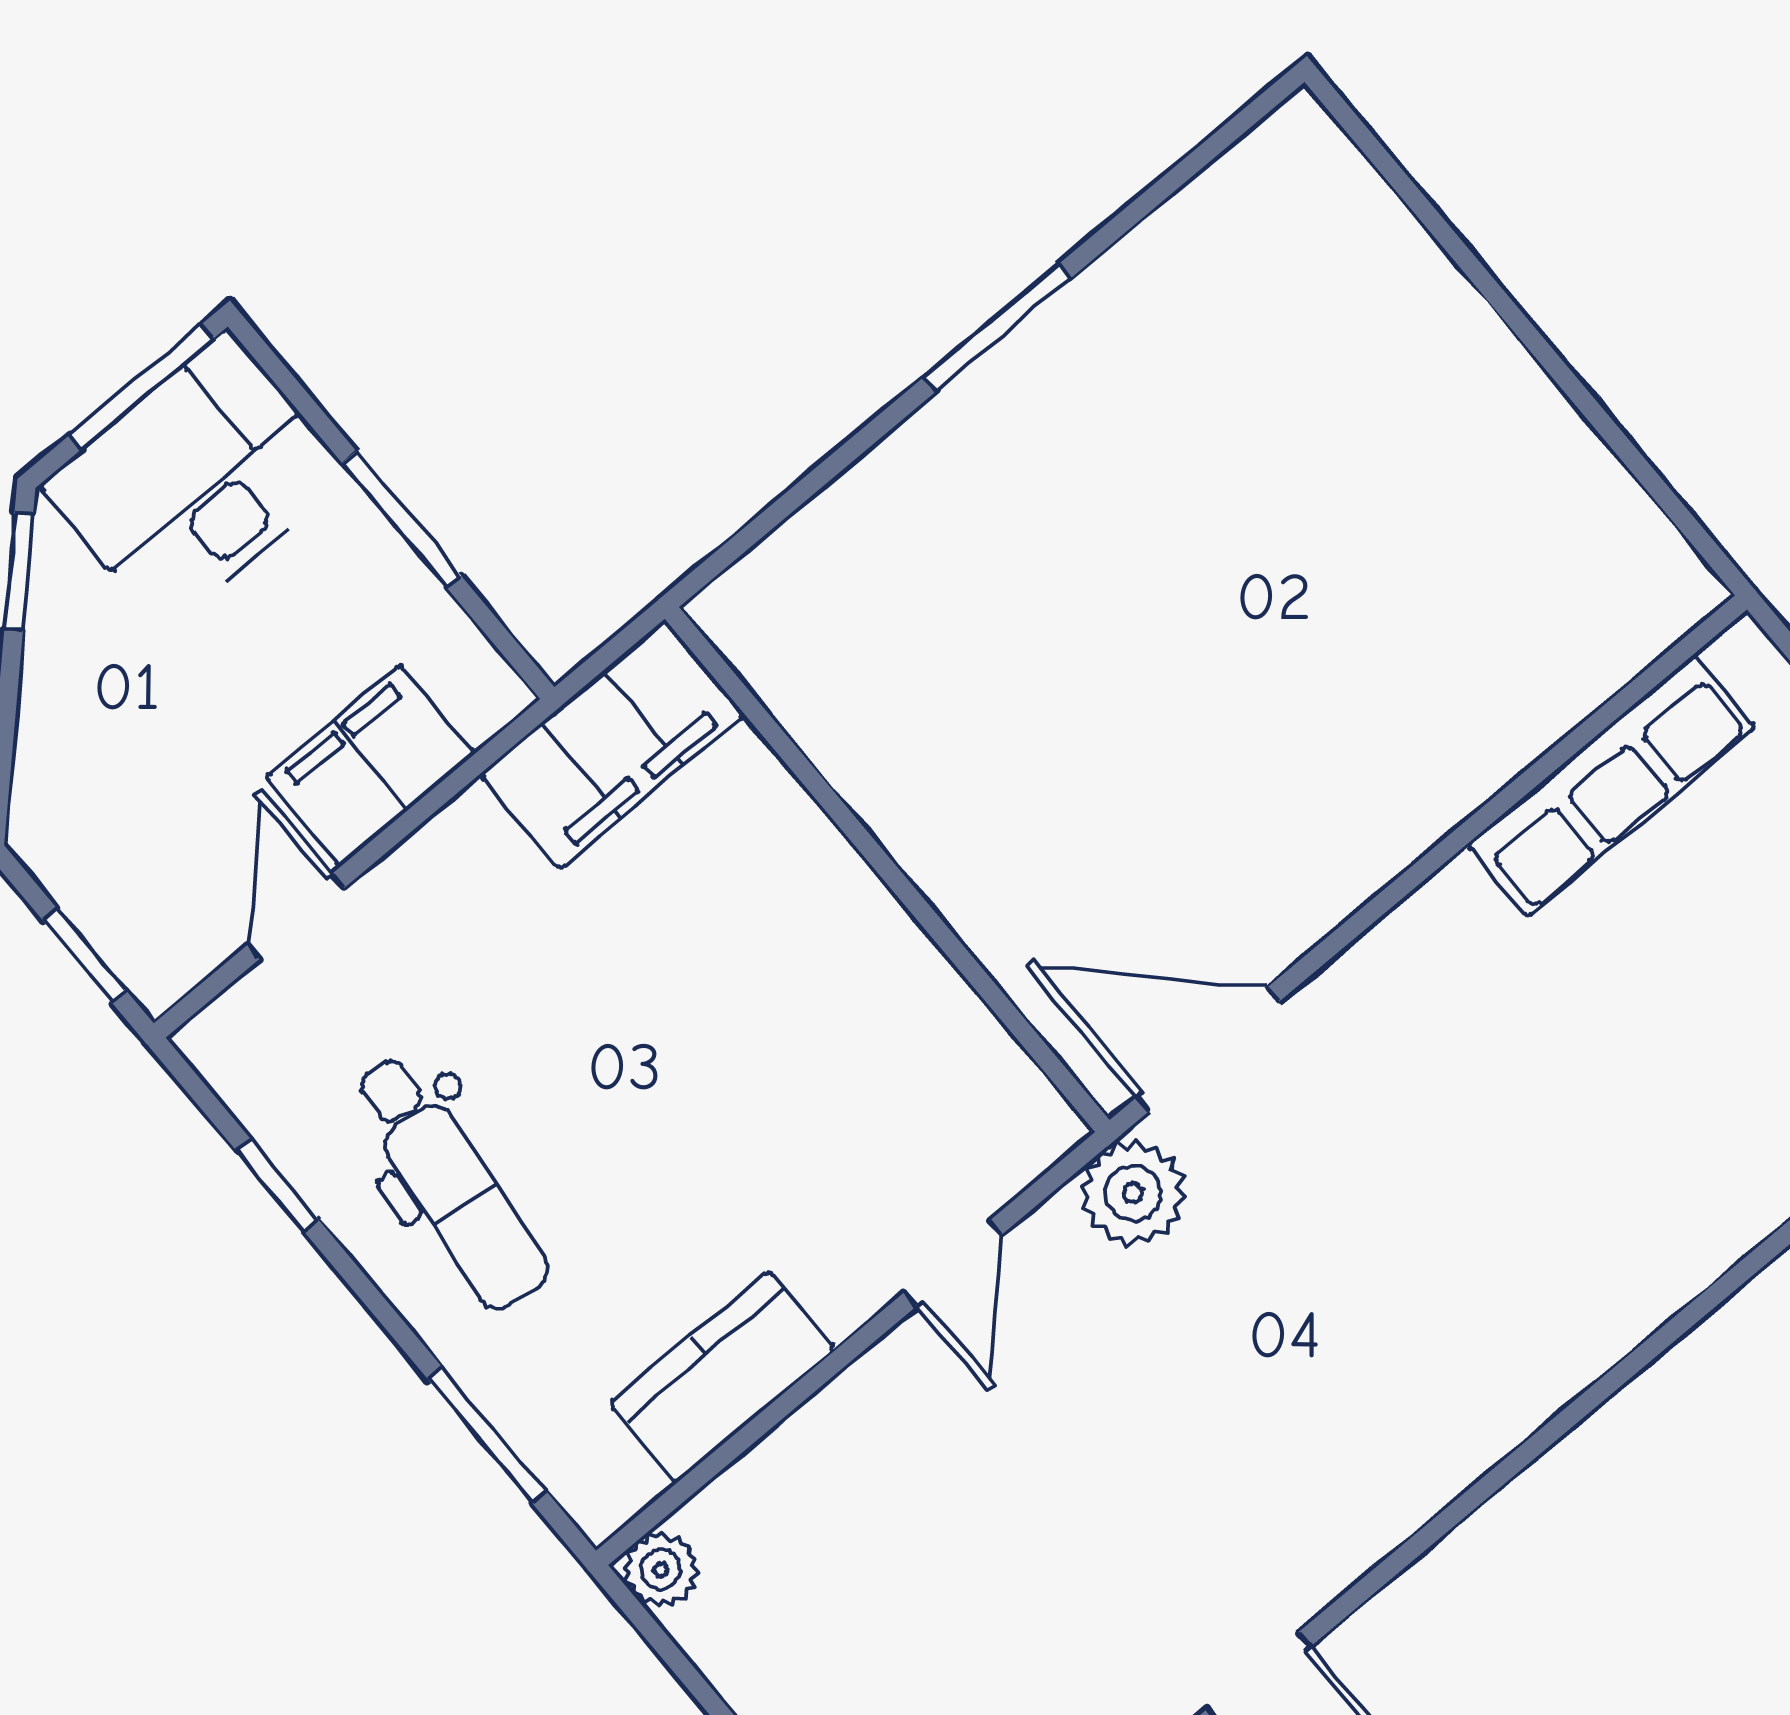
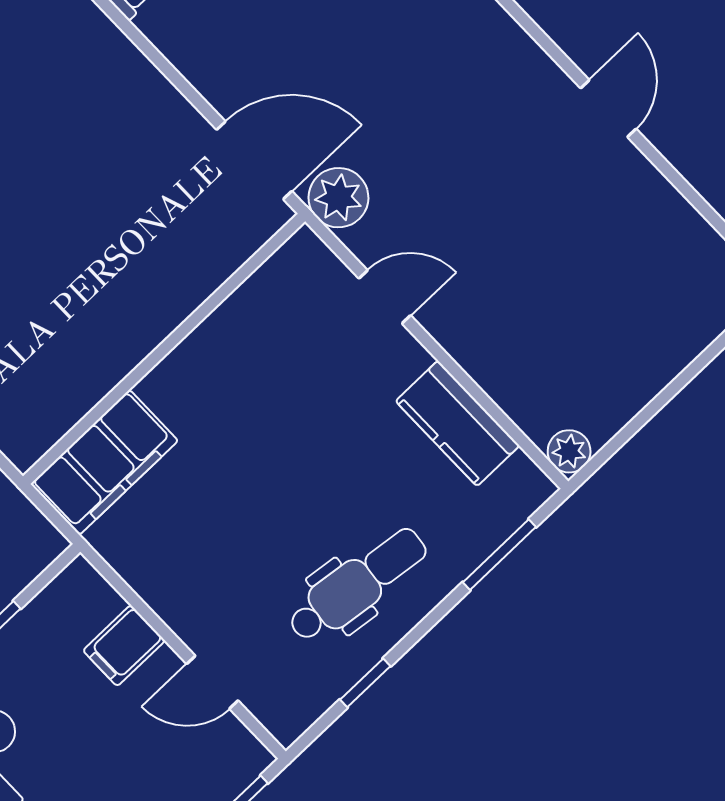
filing cabinet: (612, 744) -> (104, 462), moved, turned 90
filing cabinet: (370, 765) -> (124, 646), width x0.50
door: (1208, 1050) -> (254, 160), swing flipped

